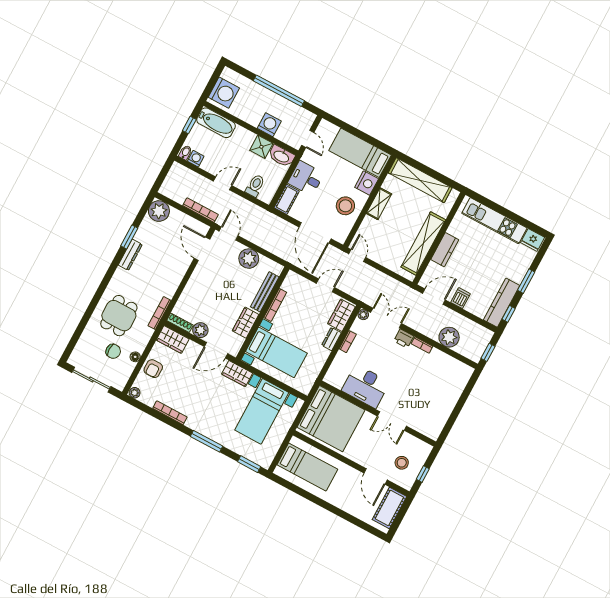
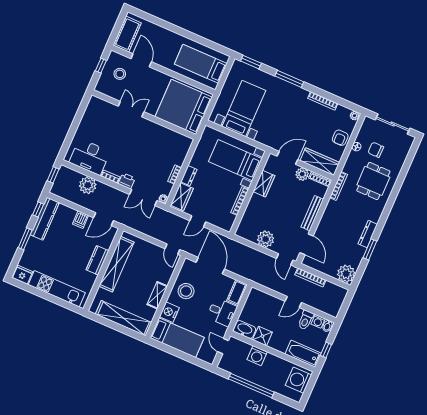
toilet: (255, 186) -> (306, 320), moved
bench: (265, 292) -> (312, 213), moved
wardrobe: (173, 340) -> (320, 162), width x1.50
armchair: (153, 369) -> (340, 138), turned 180
wardrobe: (237, 374) -> (268, 139), removed
desk: (366, 386) -> (90, 157), moved, turned 180

